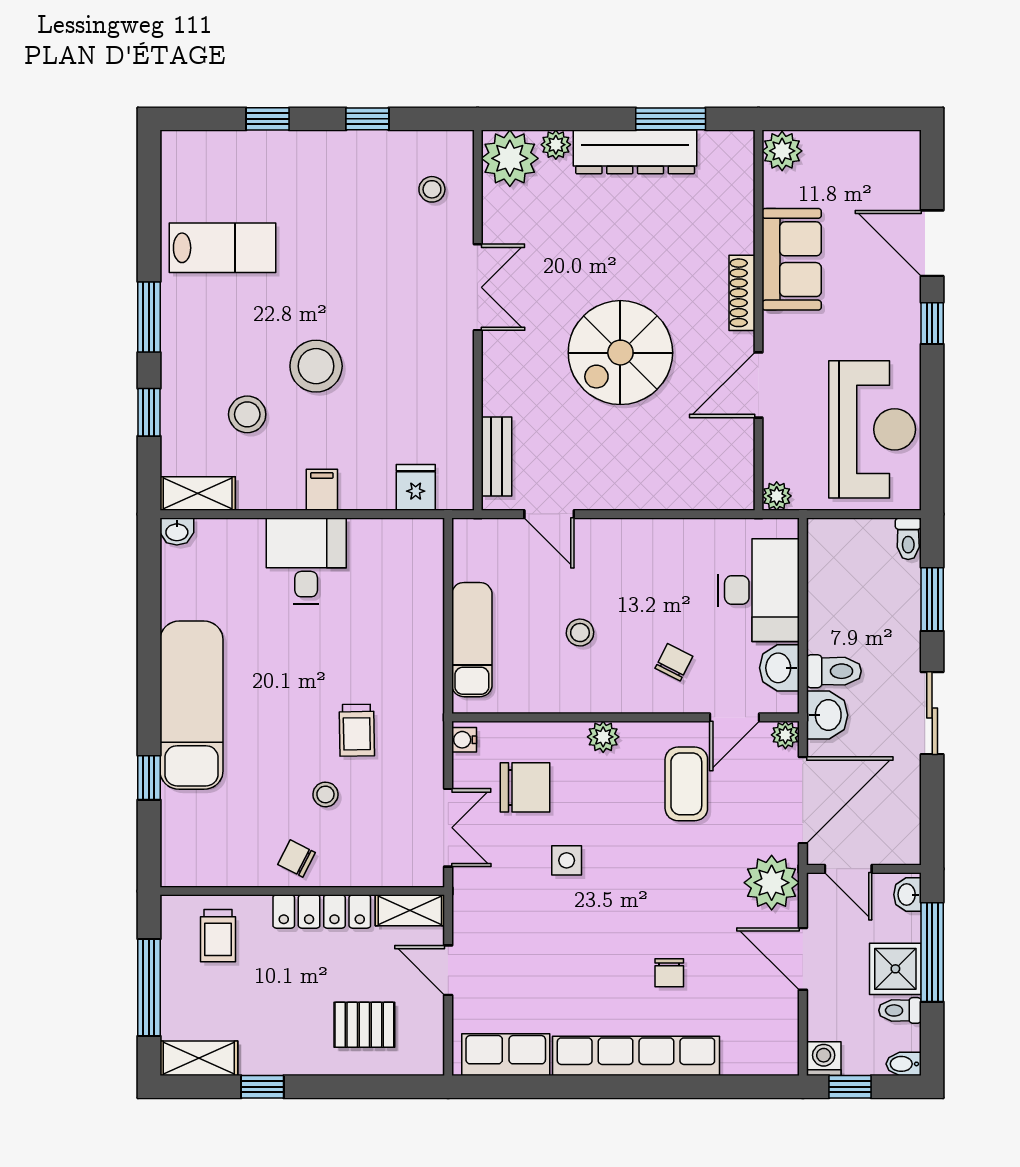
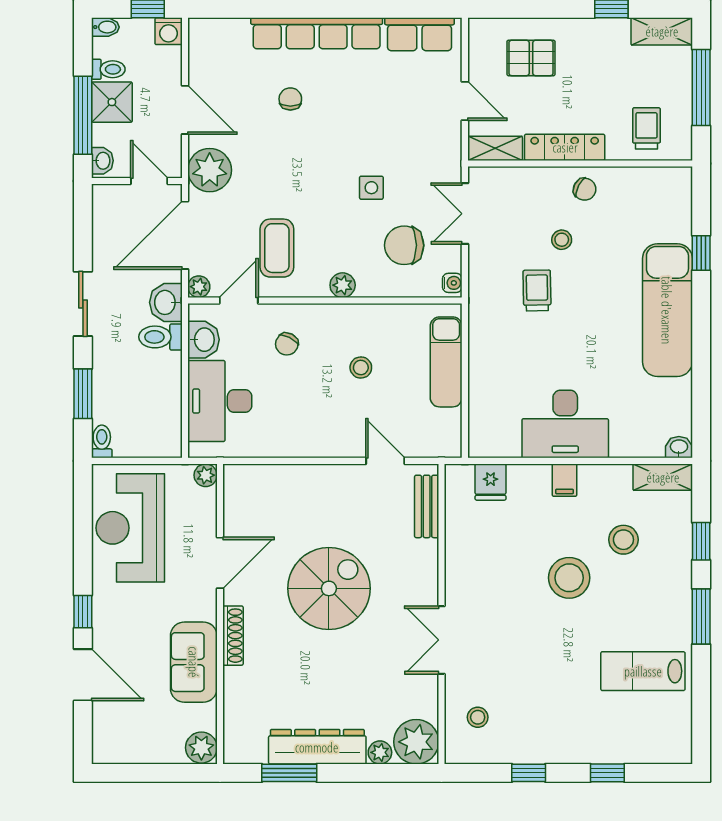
desk: (306, 561) -> (565, 424), width x1.37

